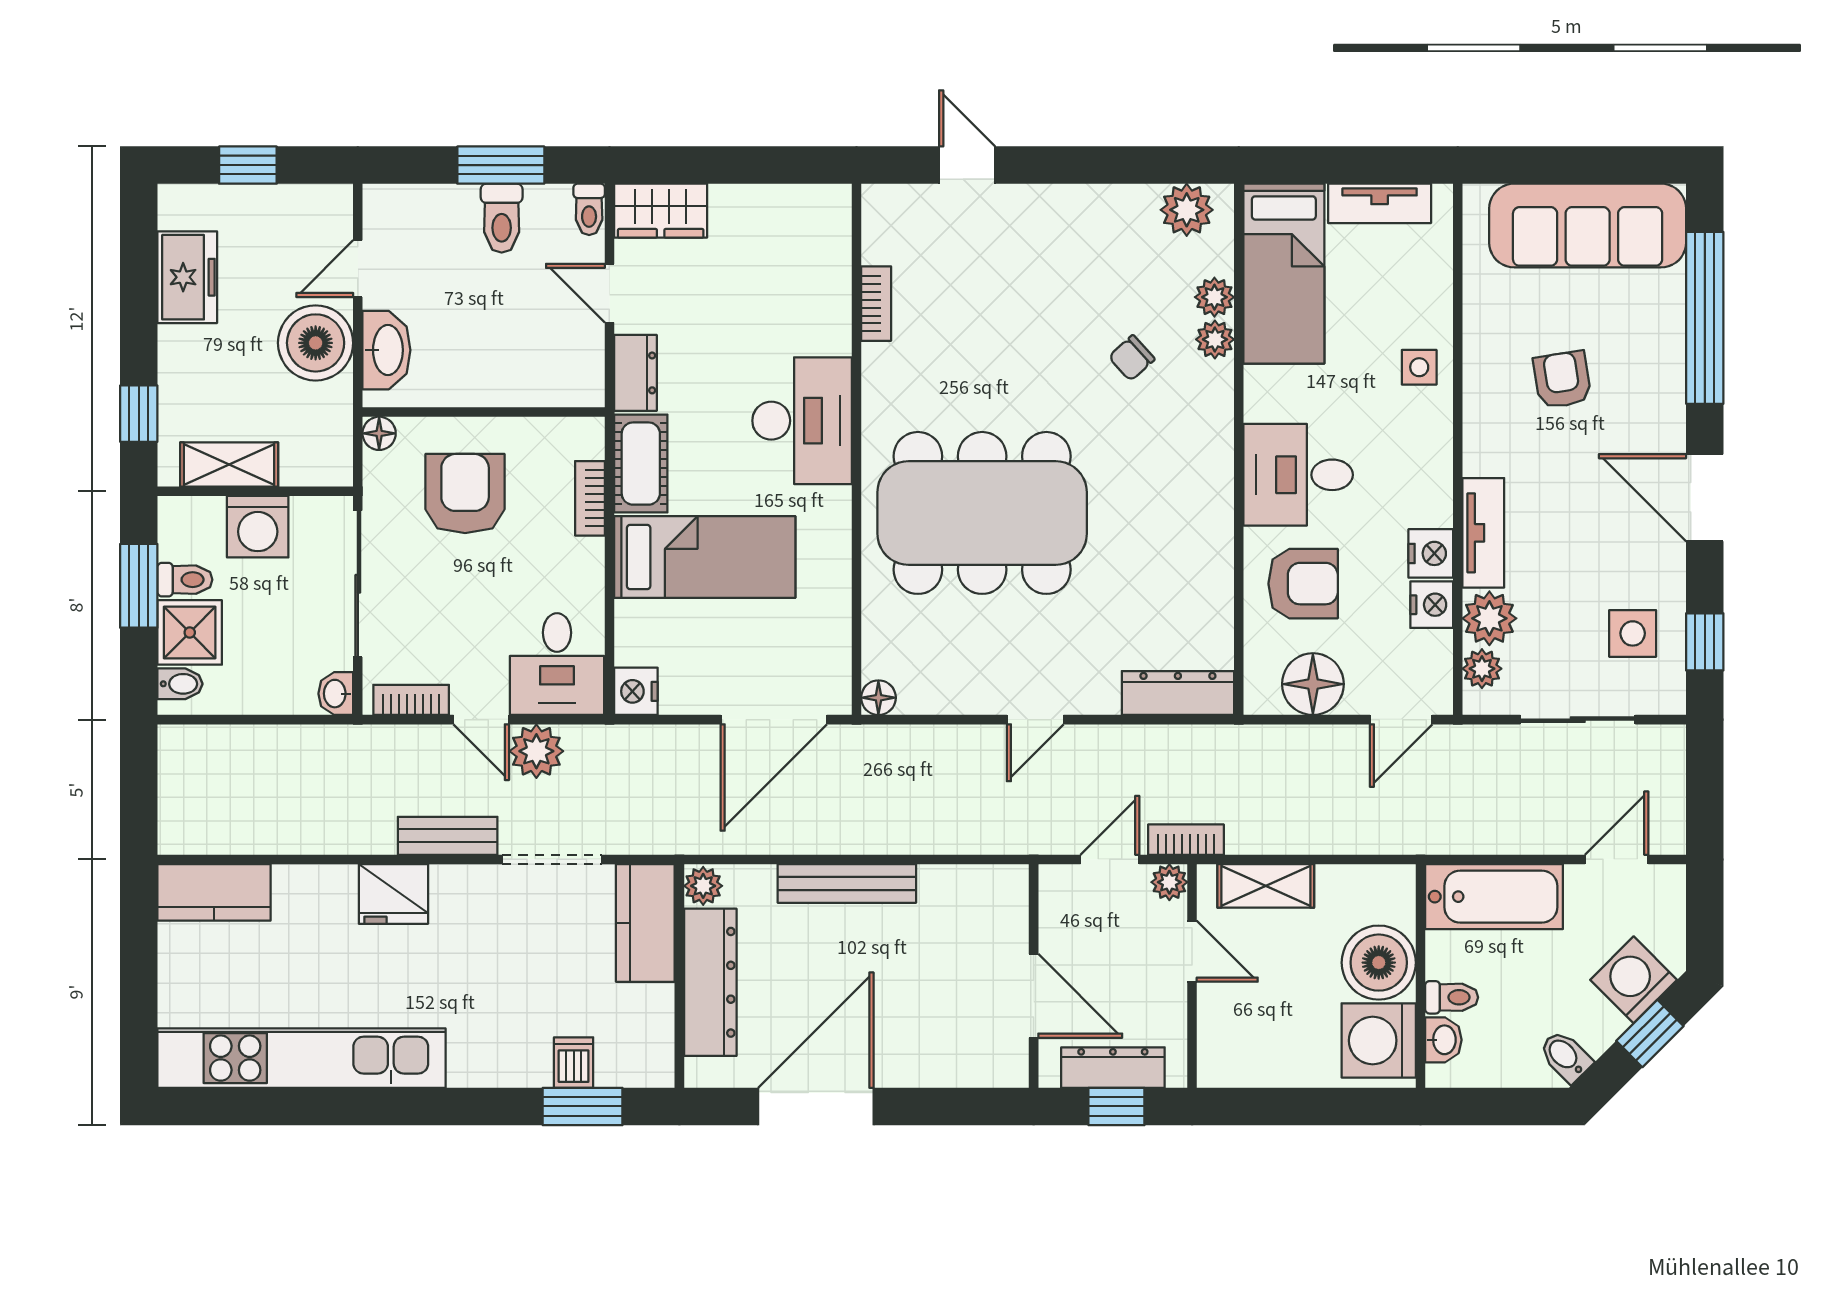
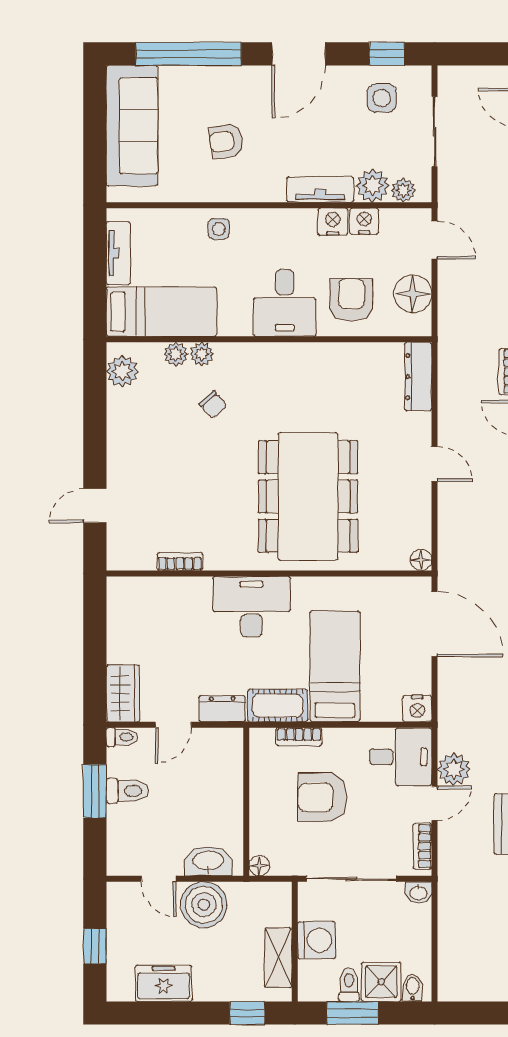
armchair: (465, 494) -> (322, 797), moved

